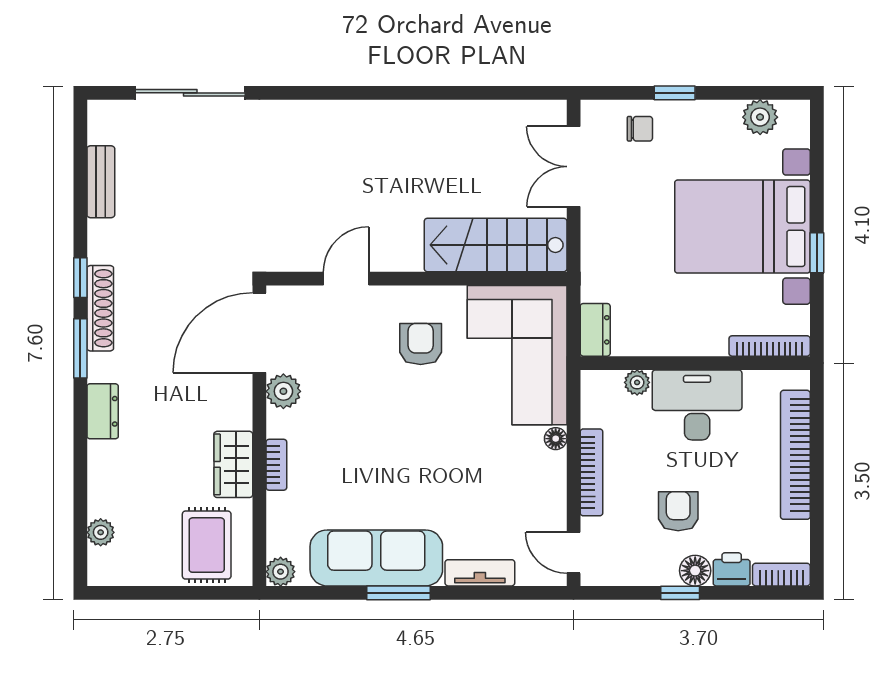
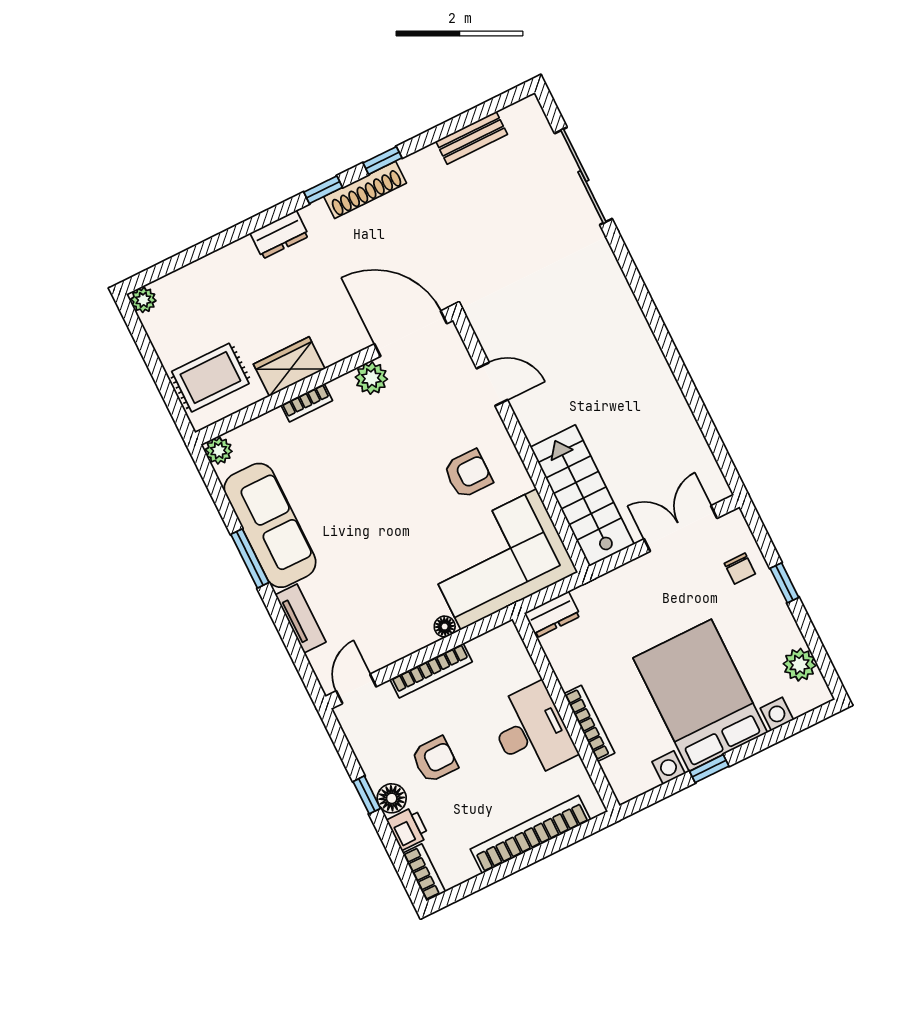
bookcase: (770, 346) -> (589, 723), moved
window: (80, 348) -> (323, 190), width x0.67
plant: (637, 382) -> (526, 672), removed
plant: (101, 532) -> (143, 300), moved

